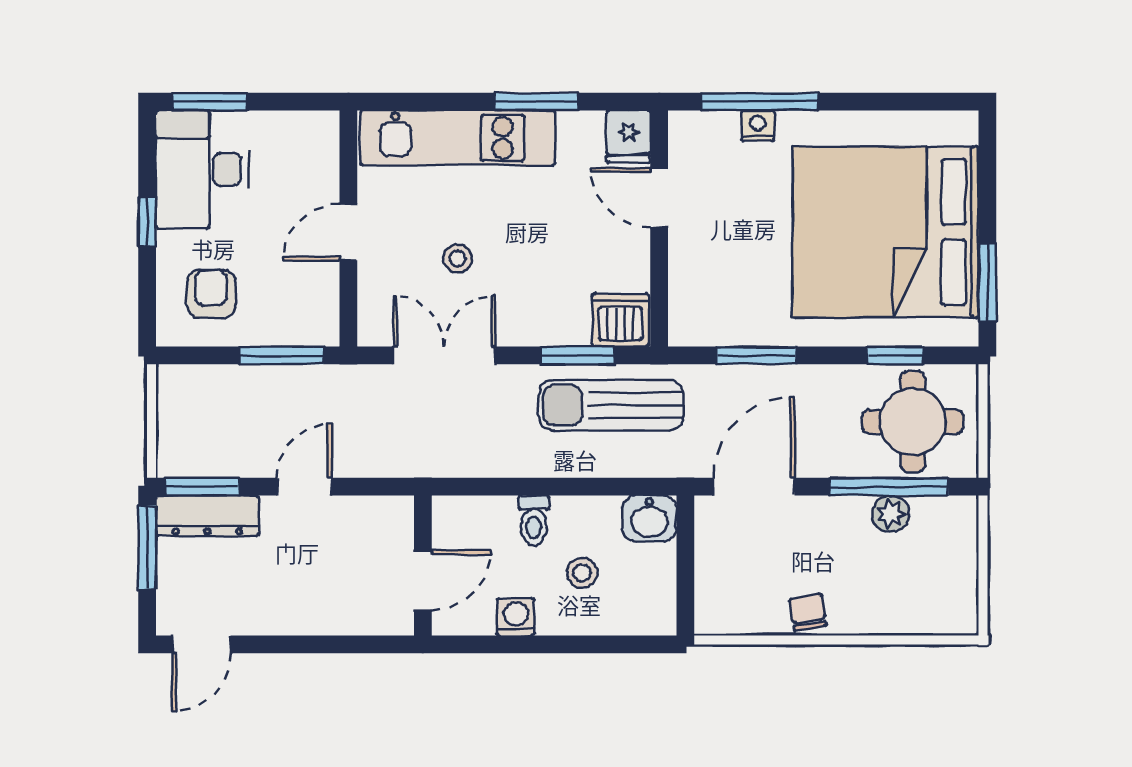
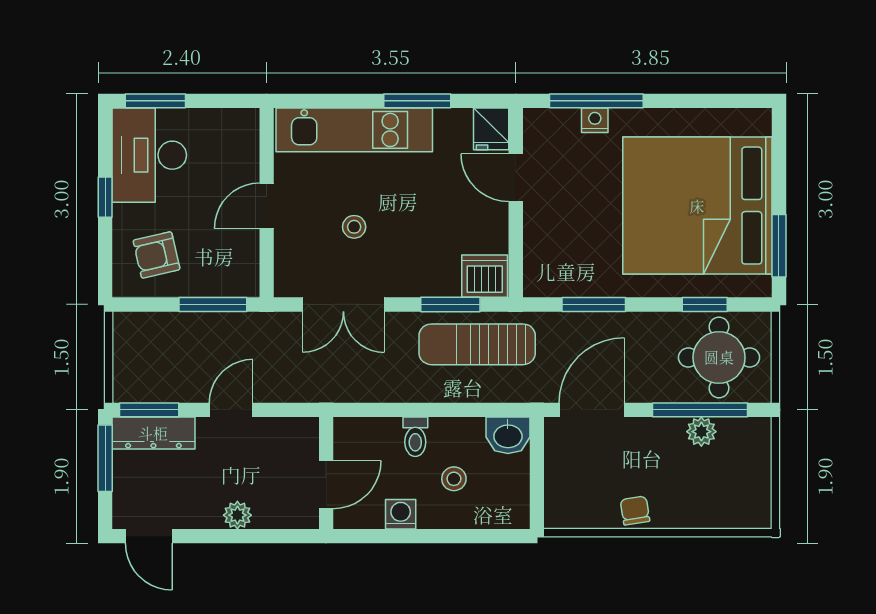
armchair: (211, 294) -> (157, 255), turned -103
double door: (444, 355) -> (343, 304), swing flipped
plant: (312, 618) -> (237, 515), added
door: (201, 644) -> (149, 536), hinge flipped

